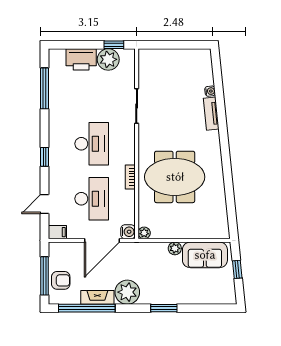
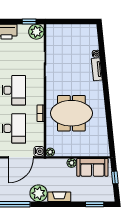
plant: (108, 59) -> (36, 32), moved
fireplace: (97, 297) -> (59, 197), moved
window: (164, 308) -> (95, 204), moved

